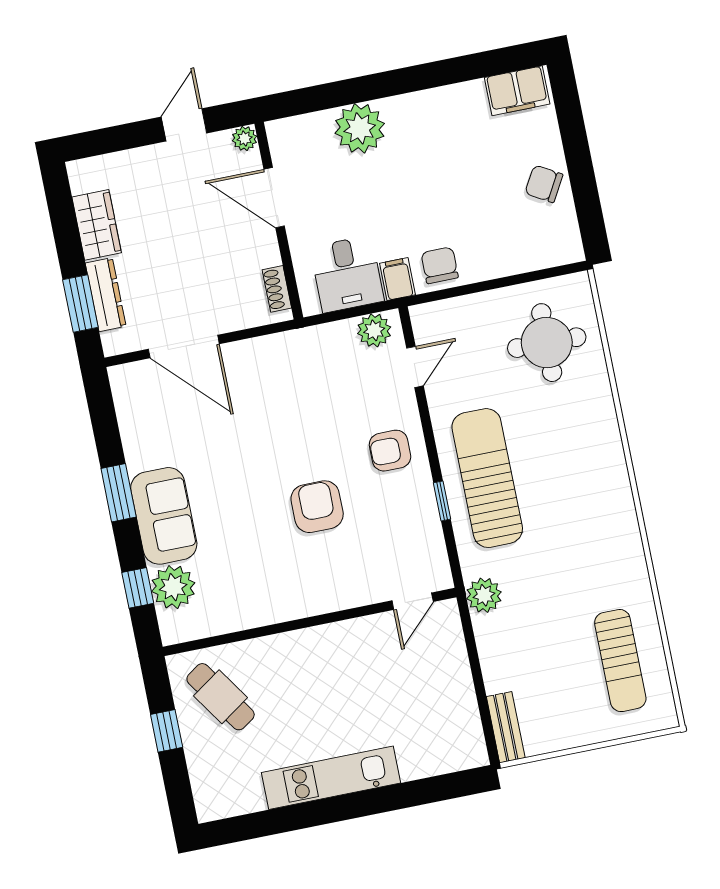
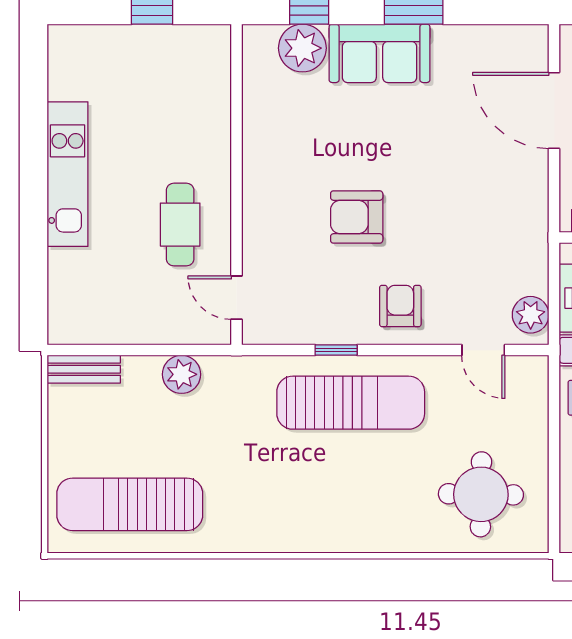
door: (184, 347) -> (554, 110), hinge flipped
armchair: (317, 507) -> (357, 217), turned 180
plant: (484, 595) -> (182, 374), moved
sun lounger: (620, 661) -> (130, 504), width x1.36, depth x1.34
cafe table: (221, 697) -> (180, 225), moved, turned -56

